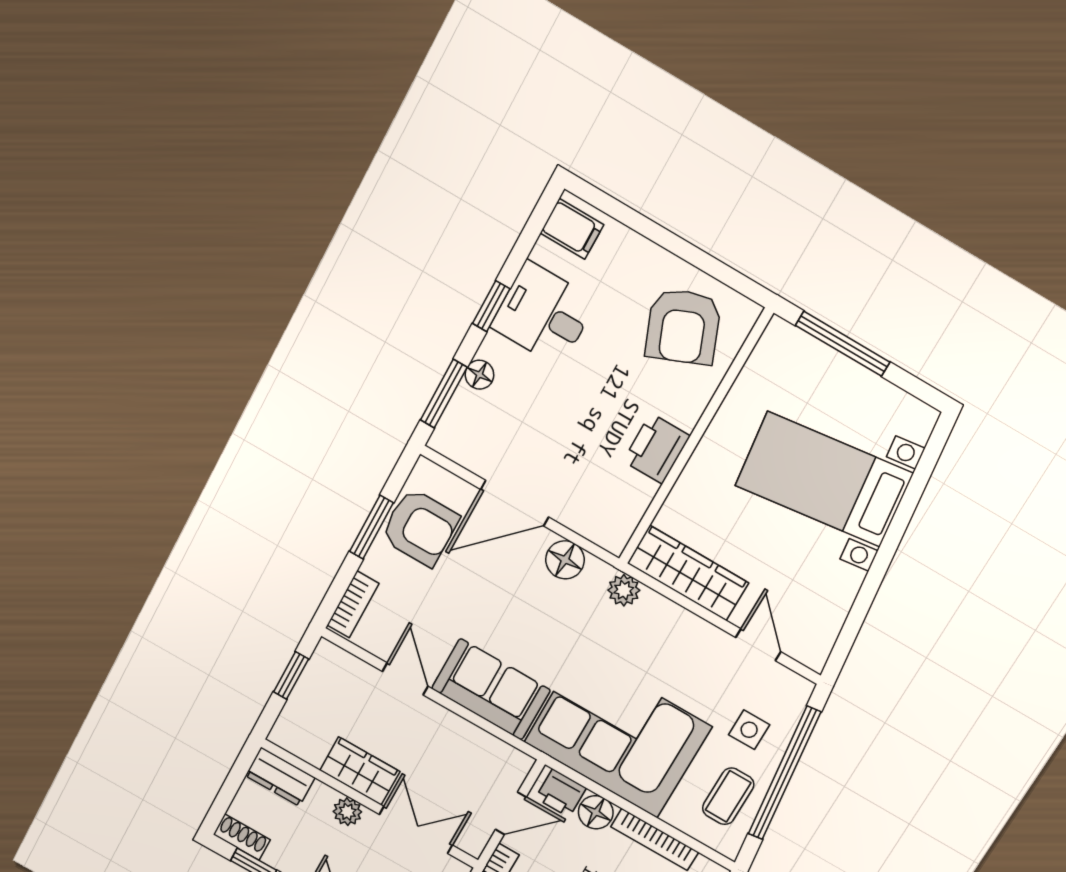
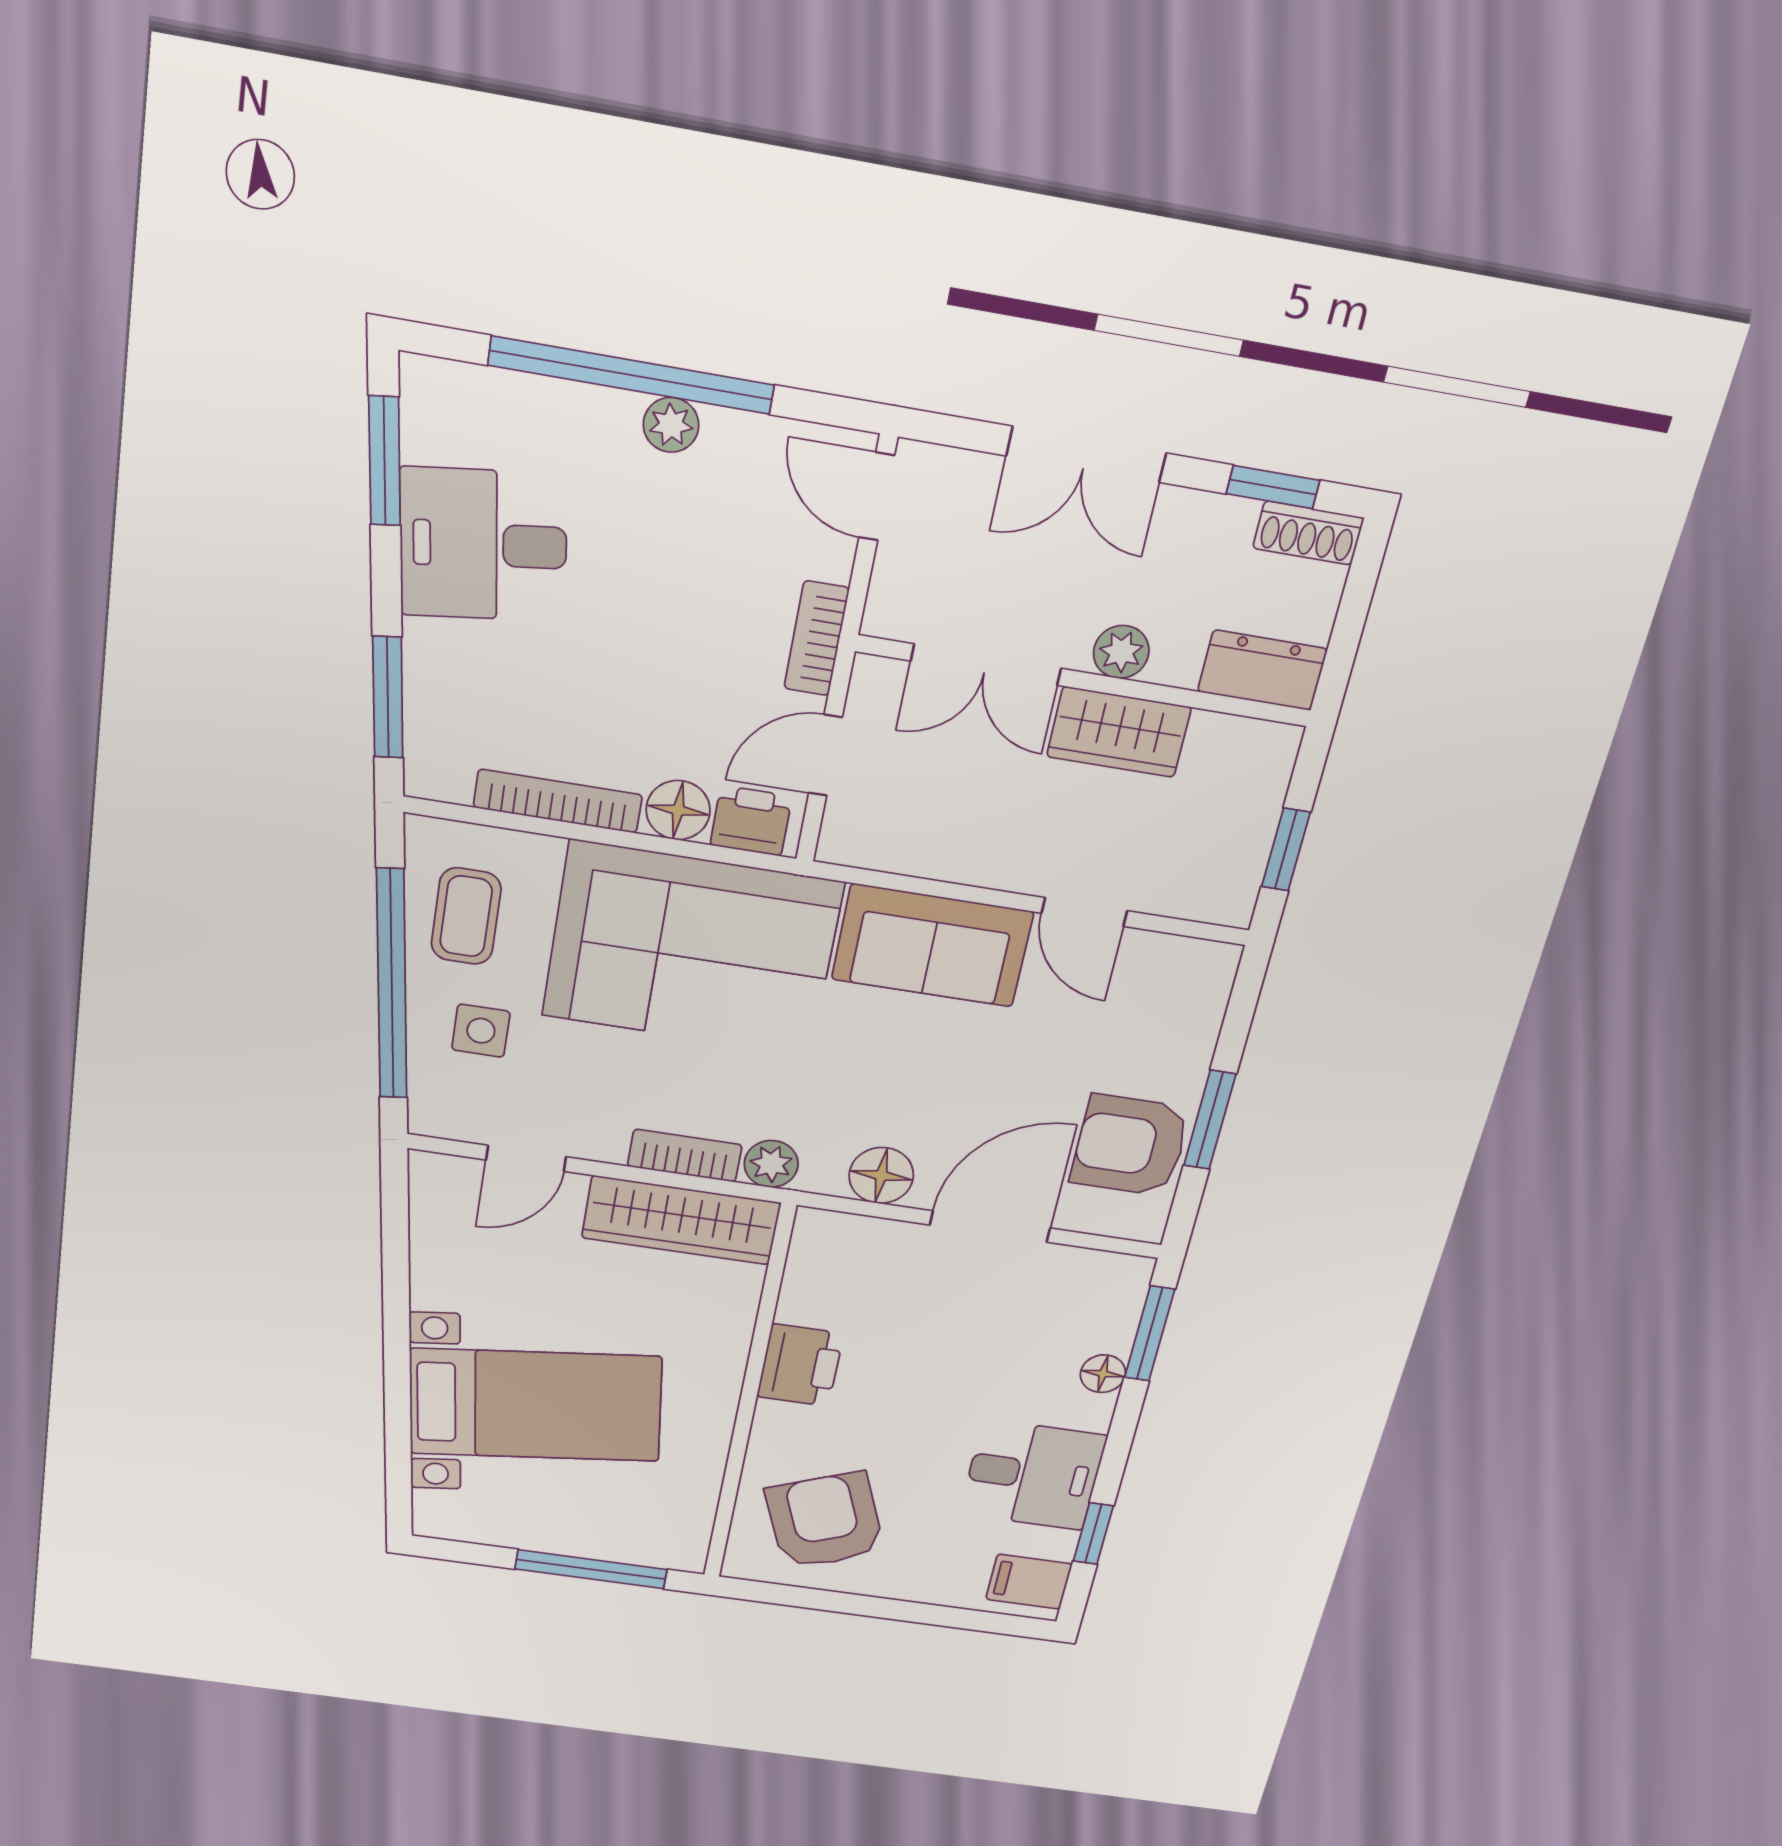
window: (491, 306) -> (1093, 1534), moved
bookcase: (353, 604) -> (685, 1156), moved, turned 90
door: (758, 645) -> (526, 1158), hinge flipped

